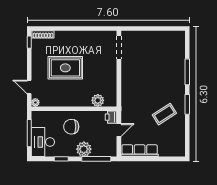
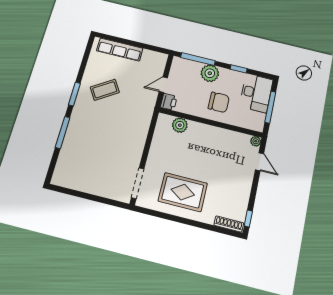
rug: (65, 68) -> (183, 192), moved
row of seats: (140, 151) -> (120, 50), moved

